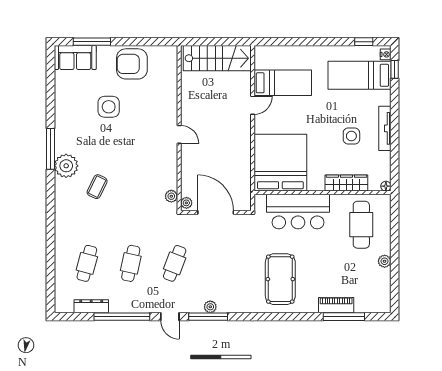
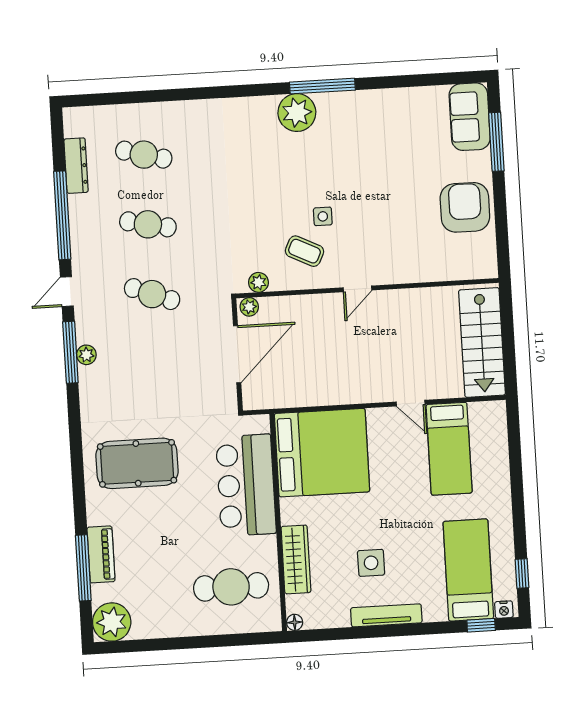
side table: (109, 107) -> (323, 216), moved, width x0.54, depth x0.54
coffee table: (97, 187) -> (305, 251), moved
plant: (385, 261) -> (112, 622), moved, width x1.88, depth x1.88

